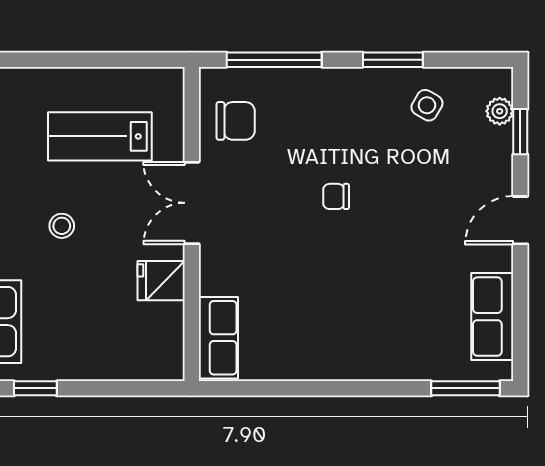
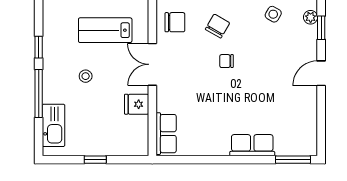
chair: (319, 128) -> (218, 26), added
row of seats: (492, 317) -> (252, 145), moved, turned 90
window: (35, 388) -> (95, 160), moved

